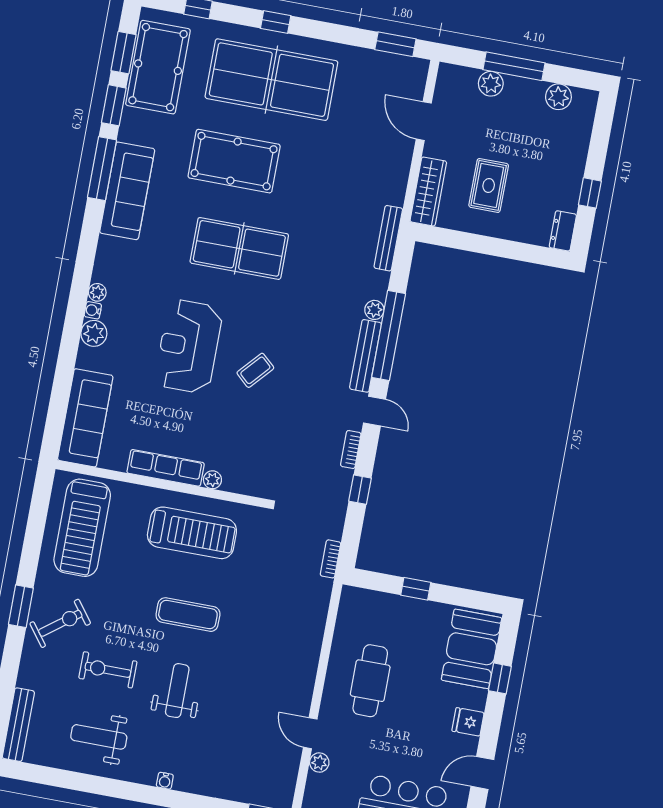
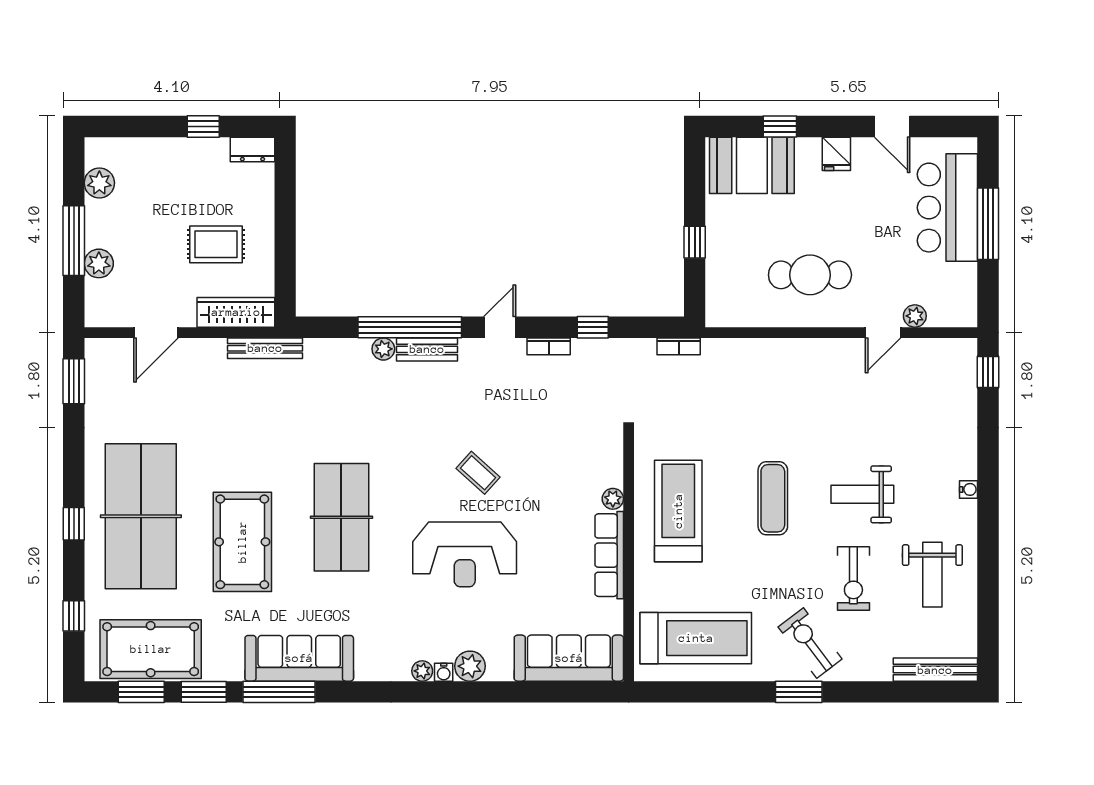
bench: (388, 238) -> (265, 348), moved
bench: (365, 356) -> (427, 349), width x0.73

